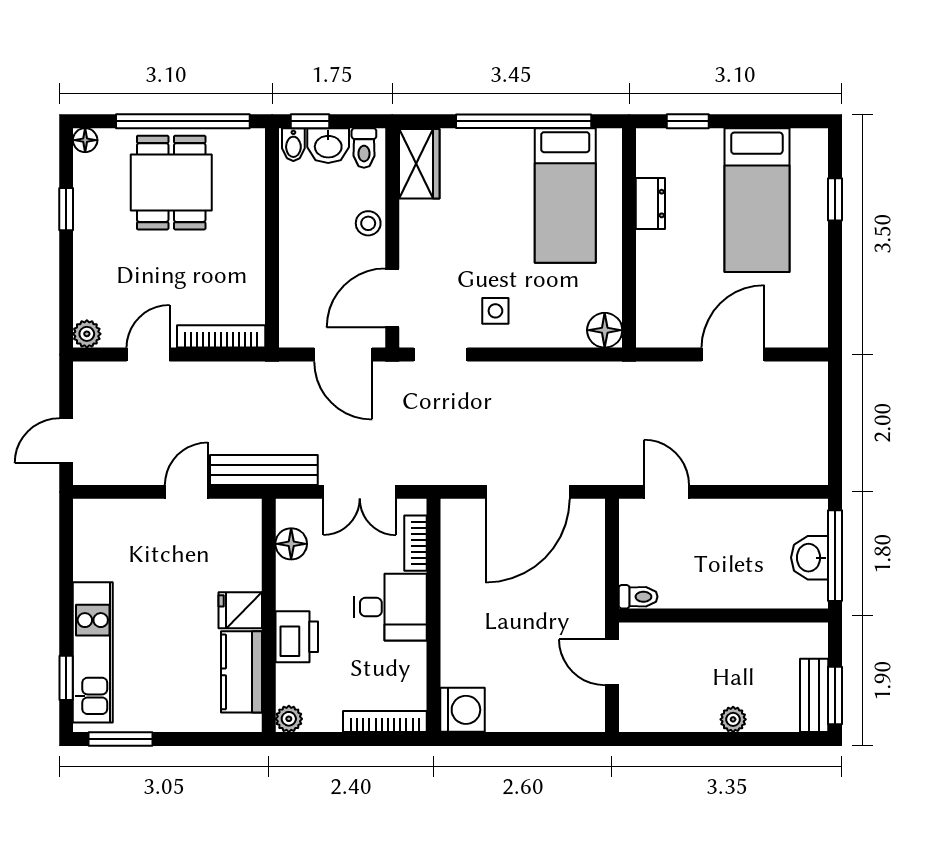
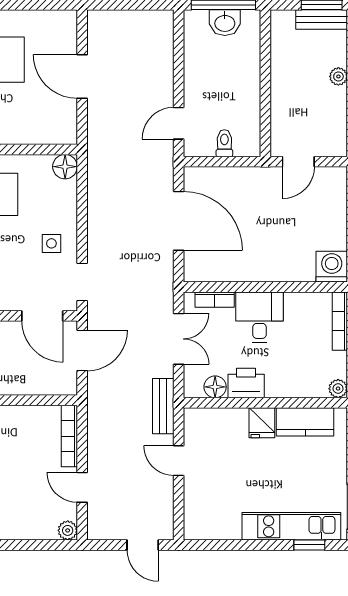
bench: (264, 470) -> (163, 406), width x0.73
toilet: (638, 597) -> (224, 143), moved
printer: (297, 637) -> (246, 383), moved

